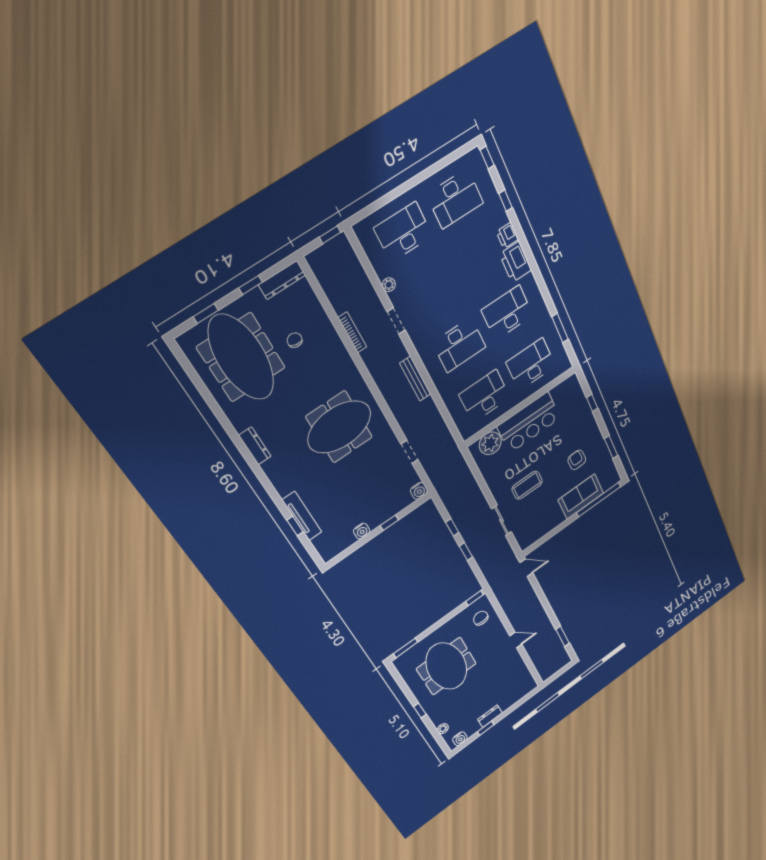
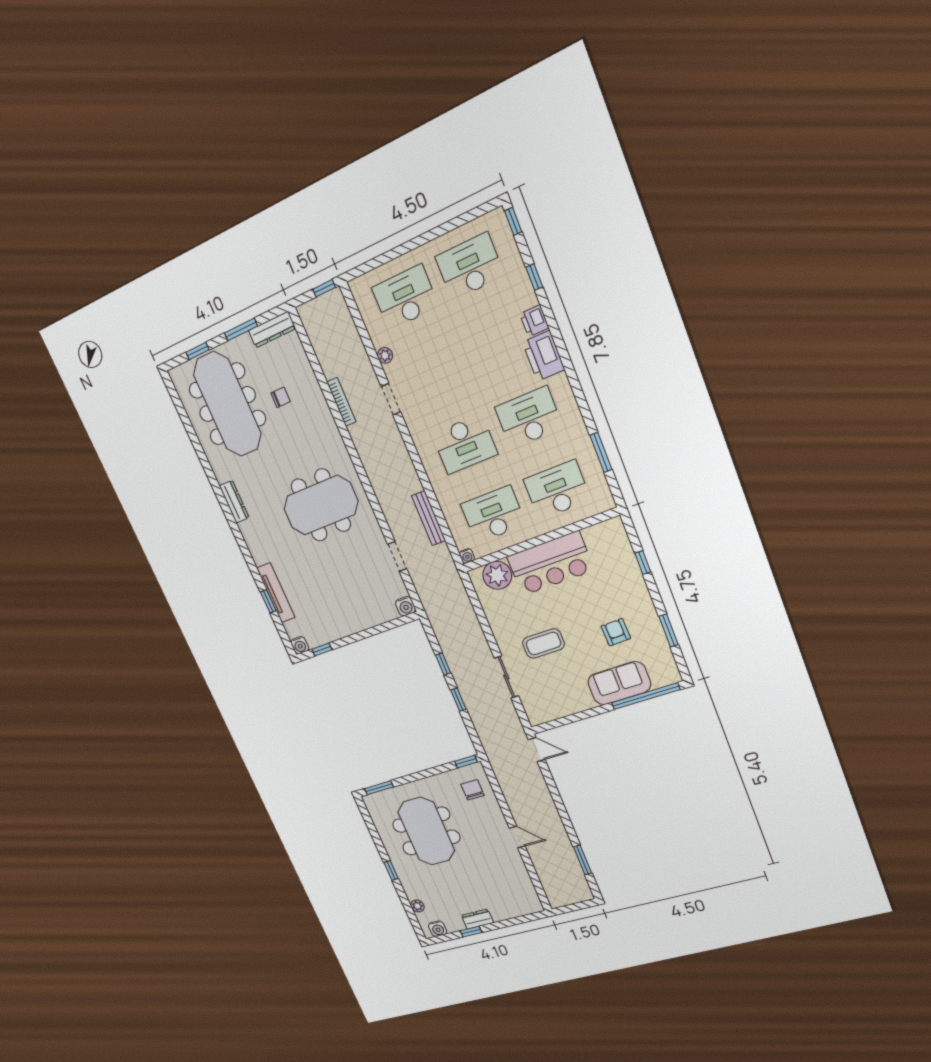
desk: (455, 199) -> (470, 266), turned 180
window: (251, 285) -> (241, 329), width x1.50
chair: (295, 340) -> (281, 397), turned 80
bench: (415, 379) -> (429, 518), moved
water cooler: (466, 435) -> (467, 556), added
window: (389, 523) -> (322, 649), moved
water cooler: (362, 531) -> (300, 645), moved

